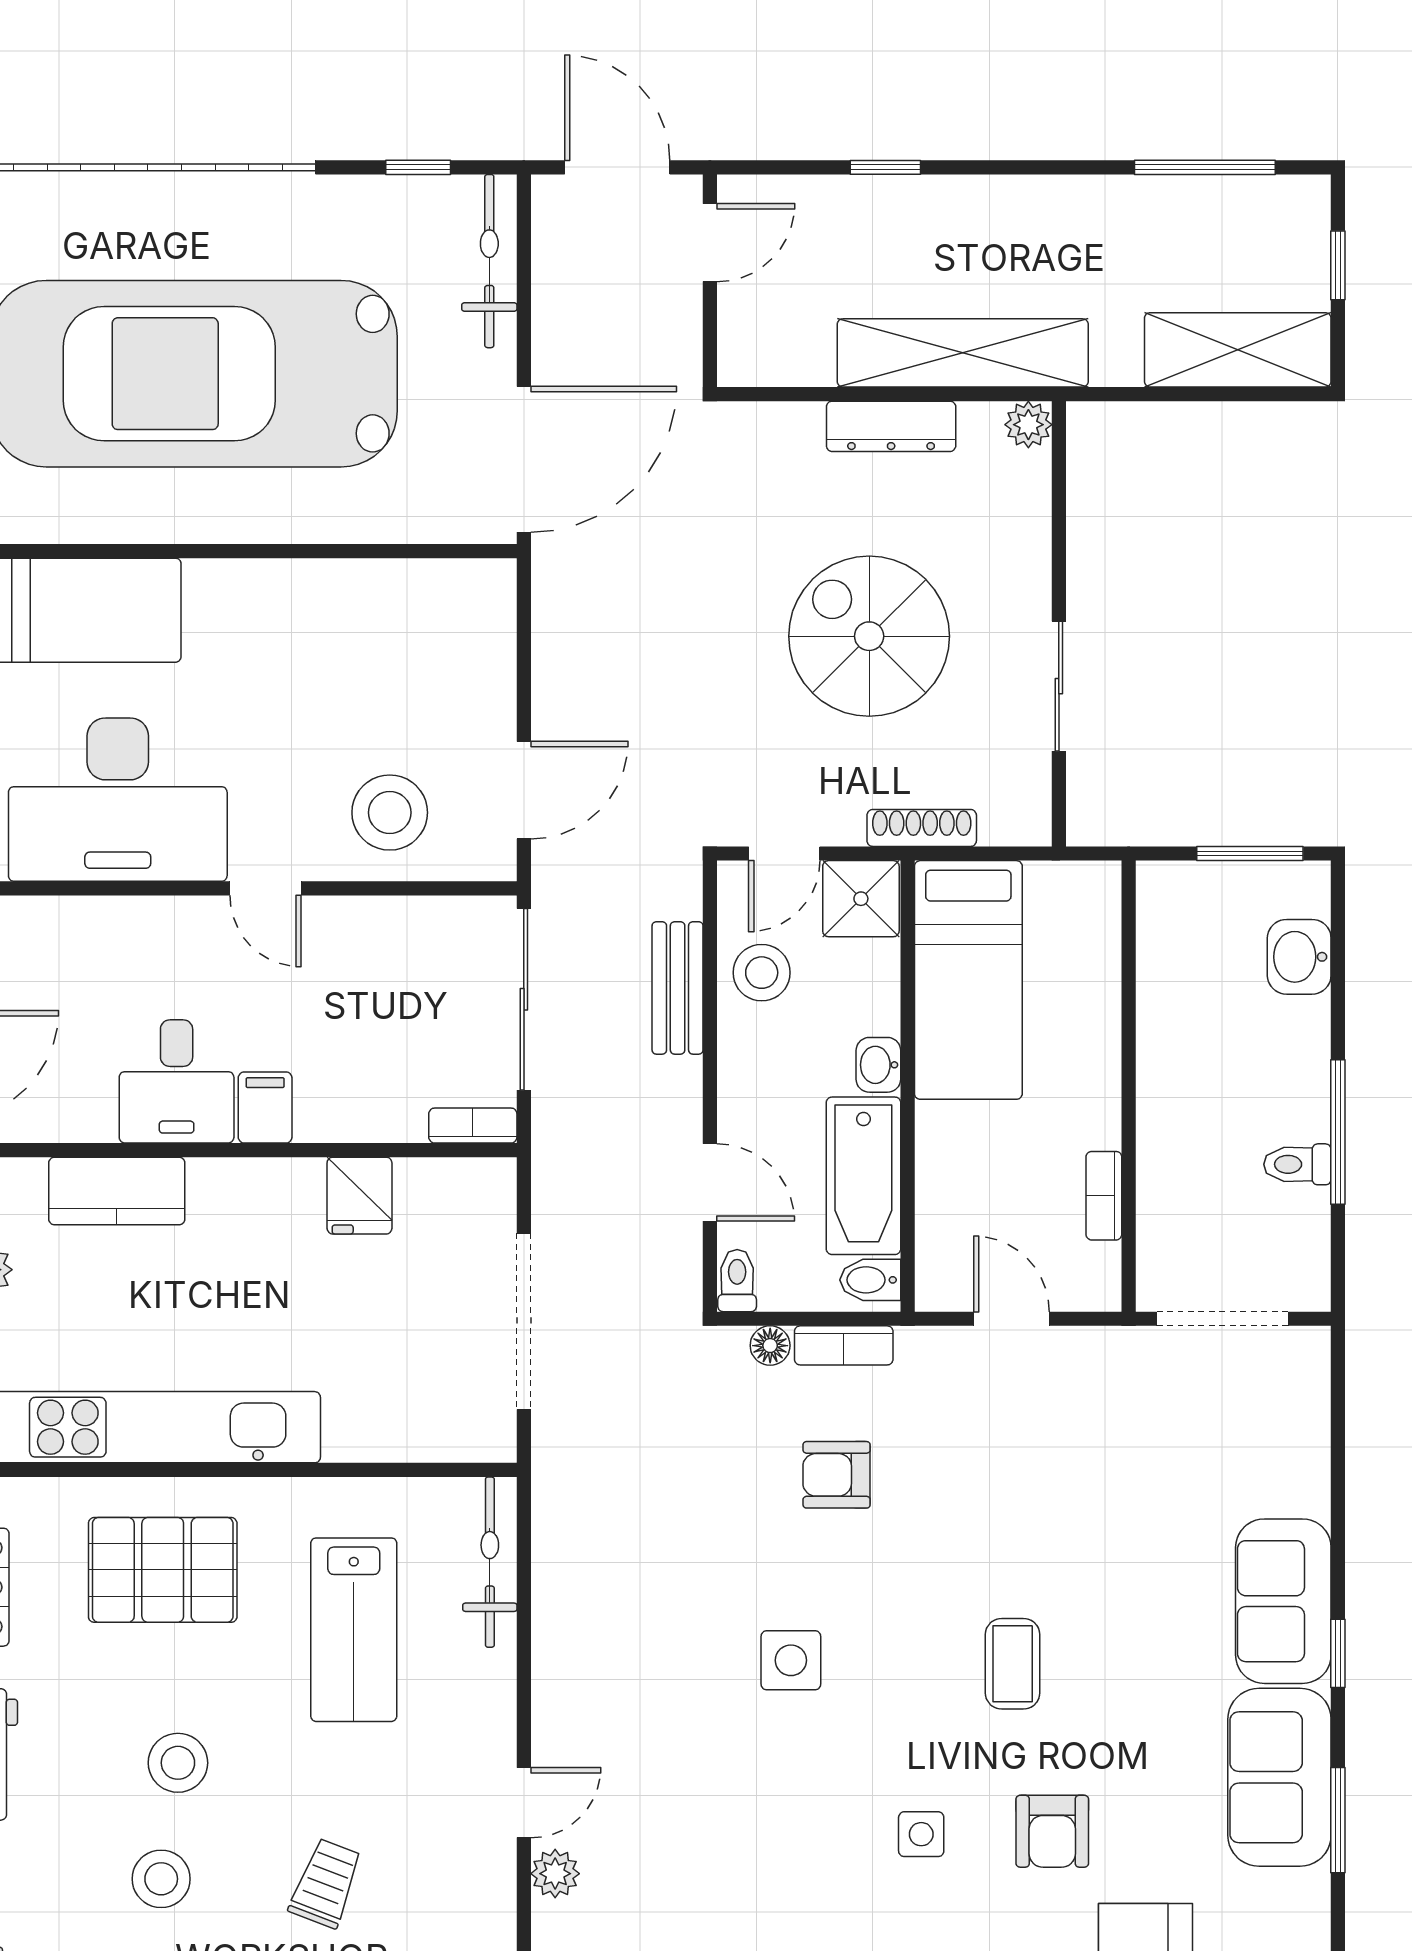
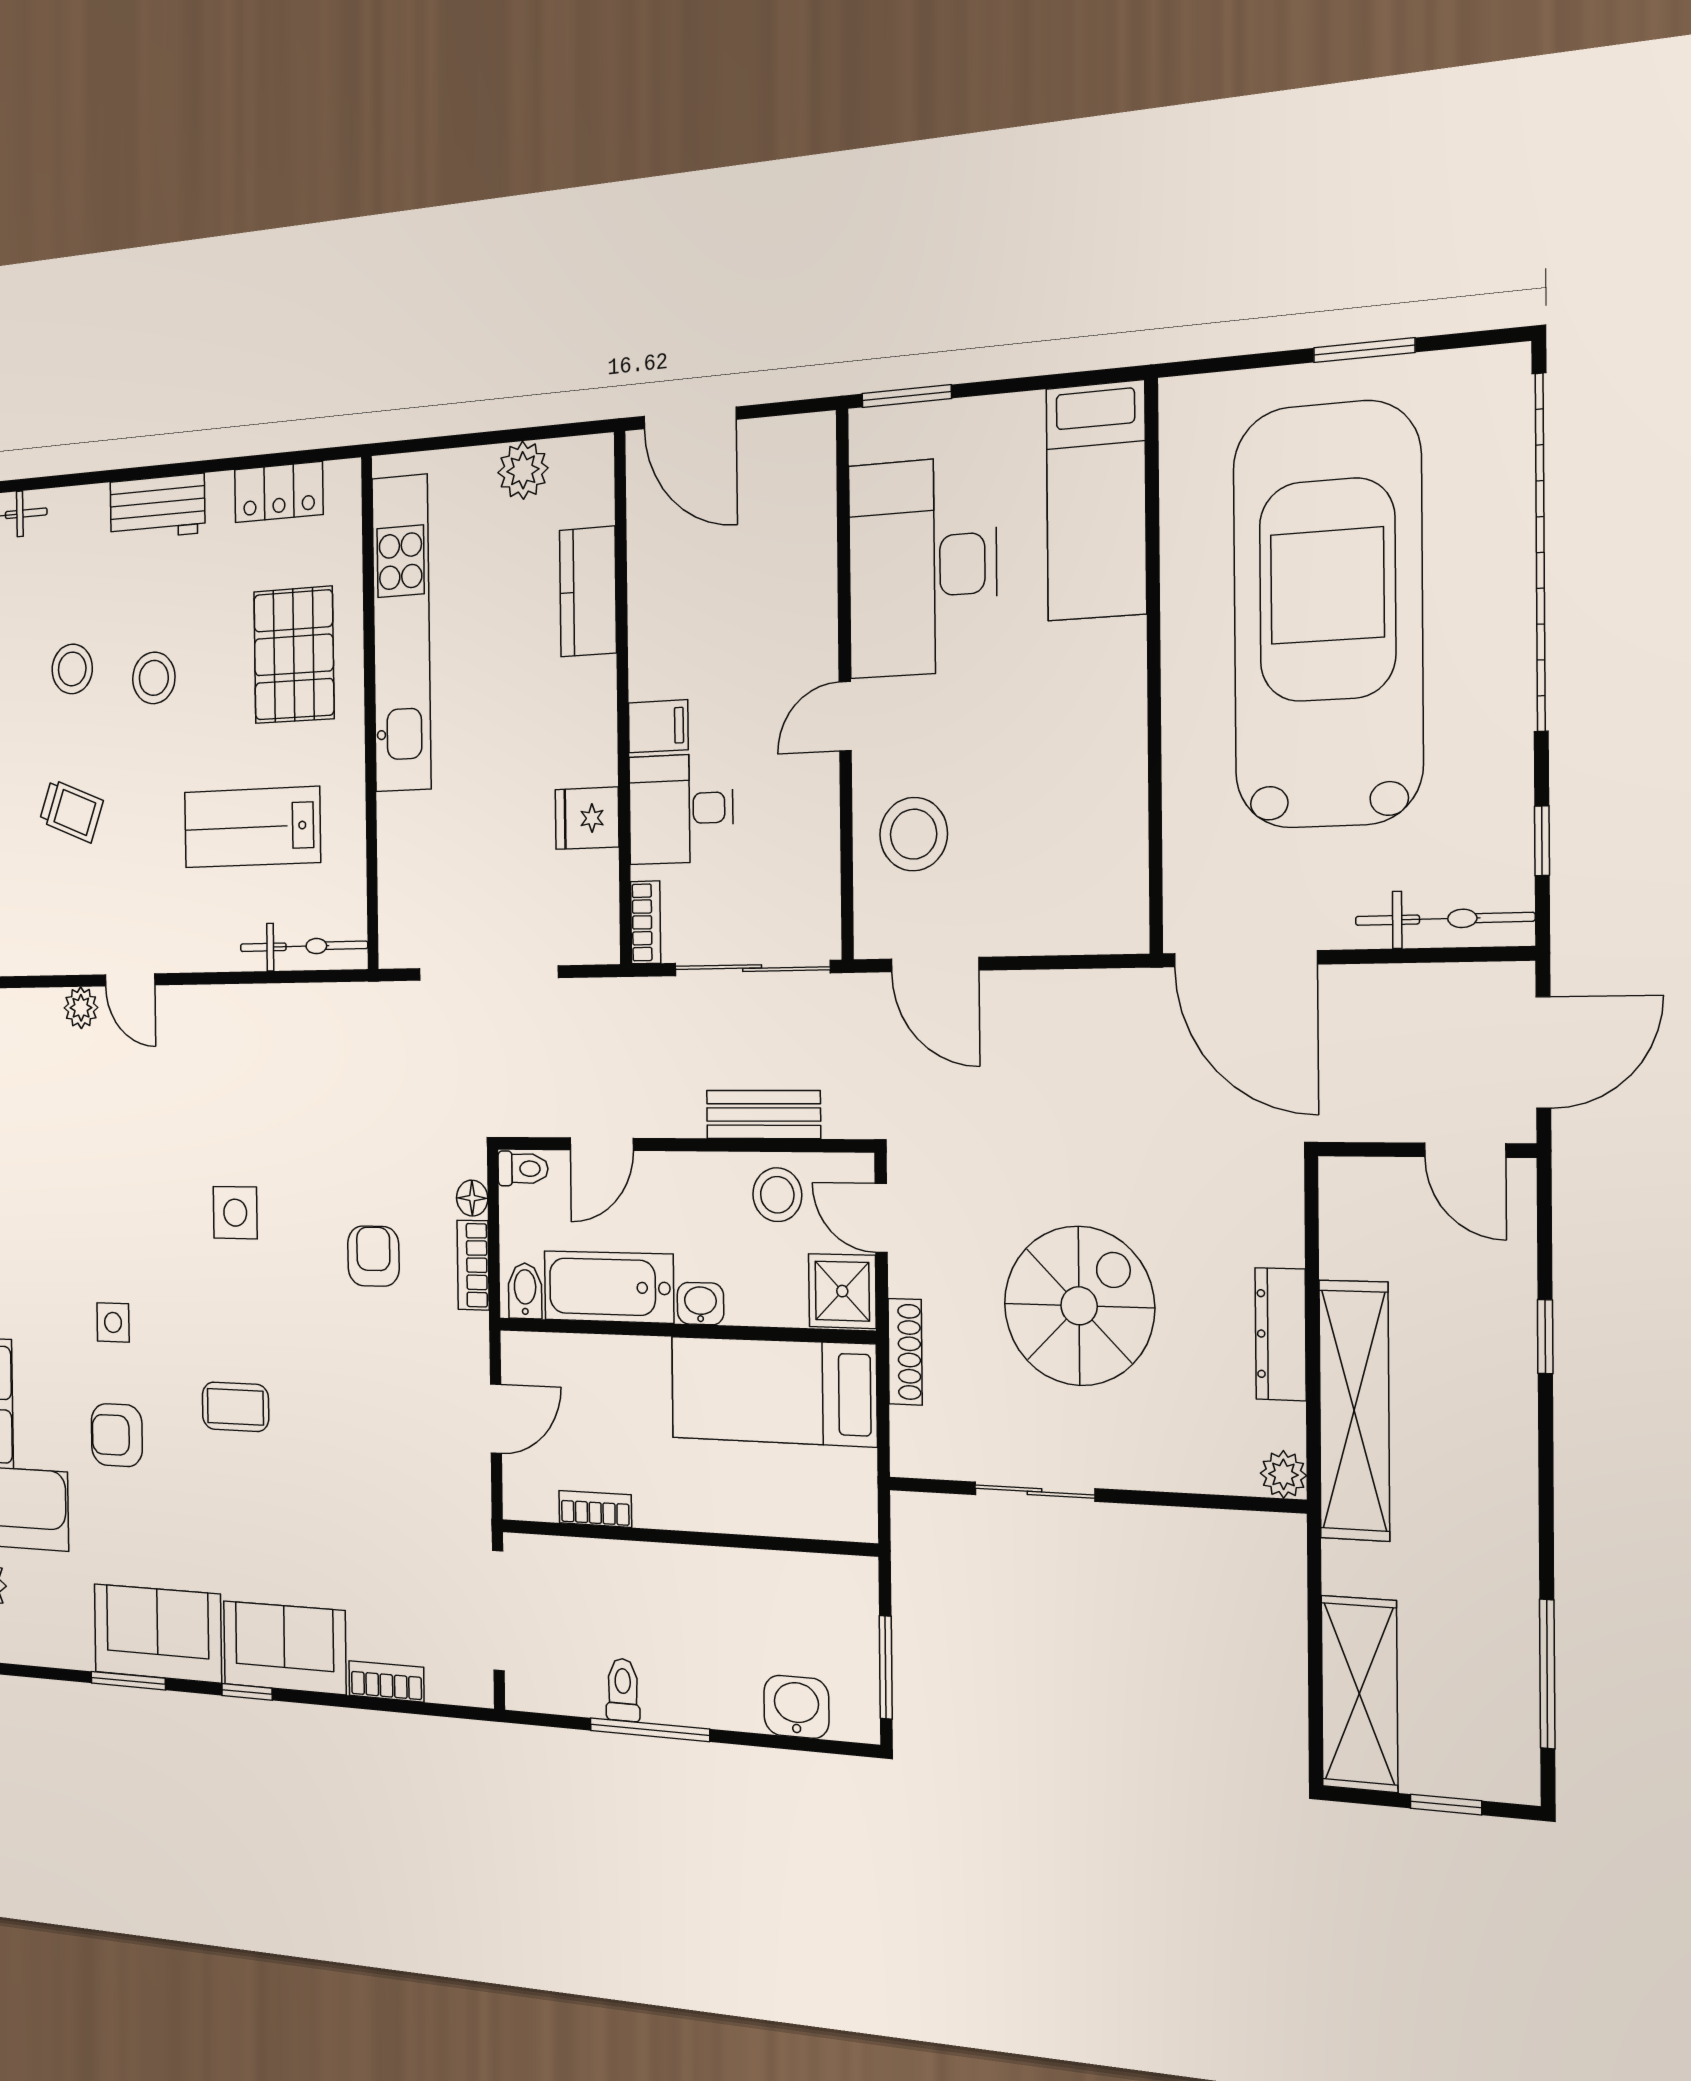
desk: (177, 1081) -> (681, 809), moved
bookcase: (1311, 1465) -> (386, 1681), added

